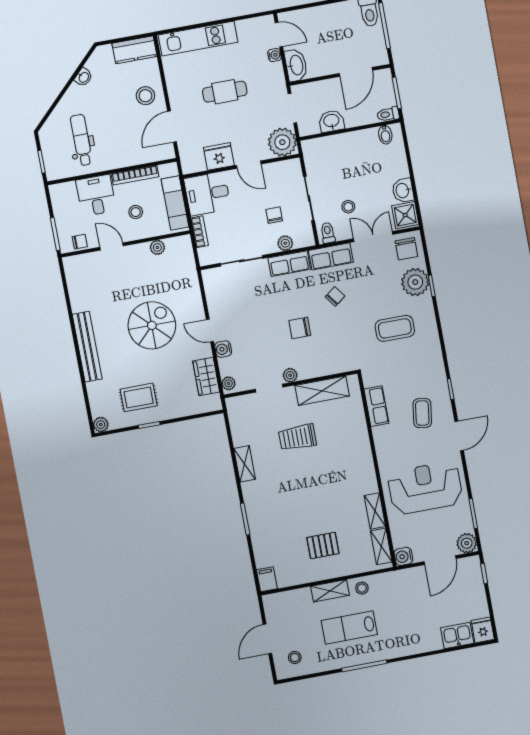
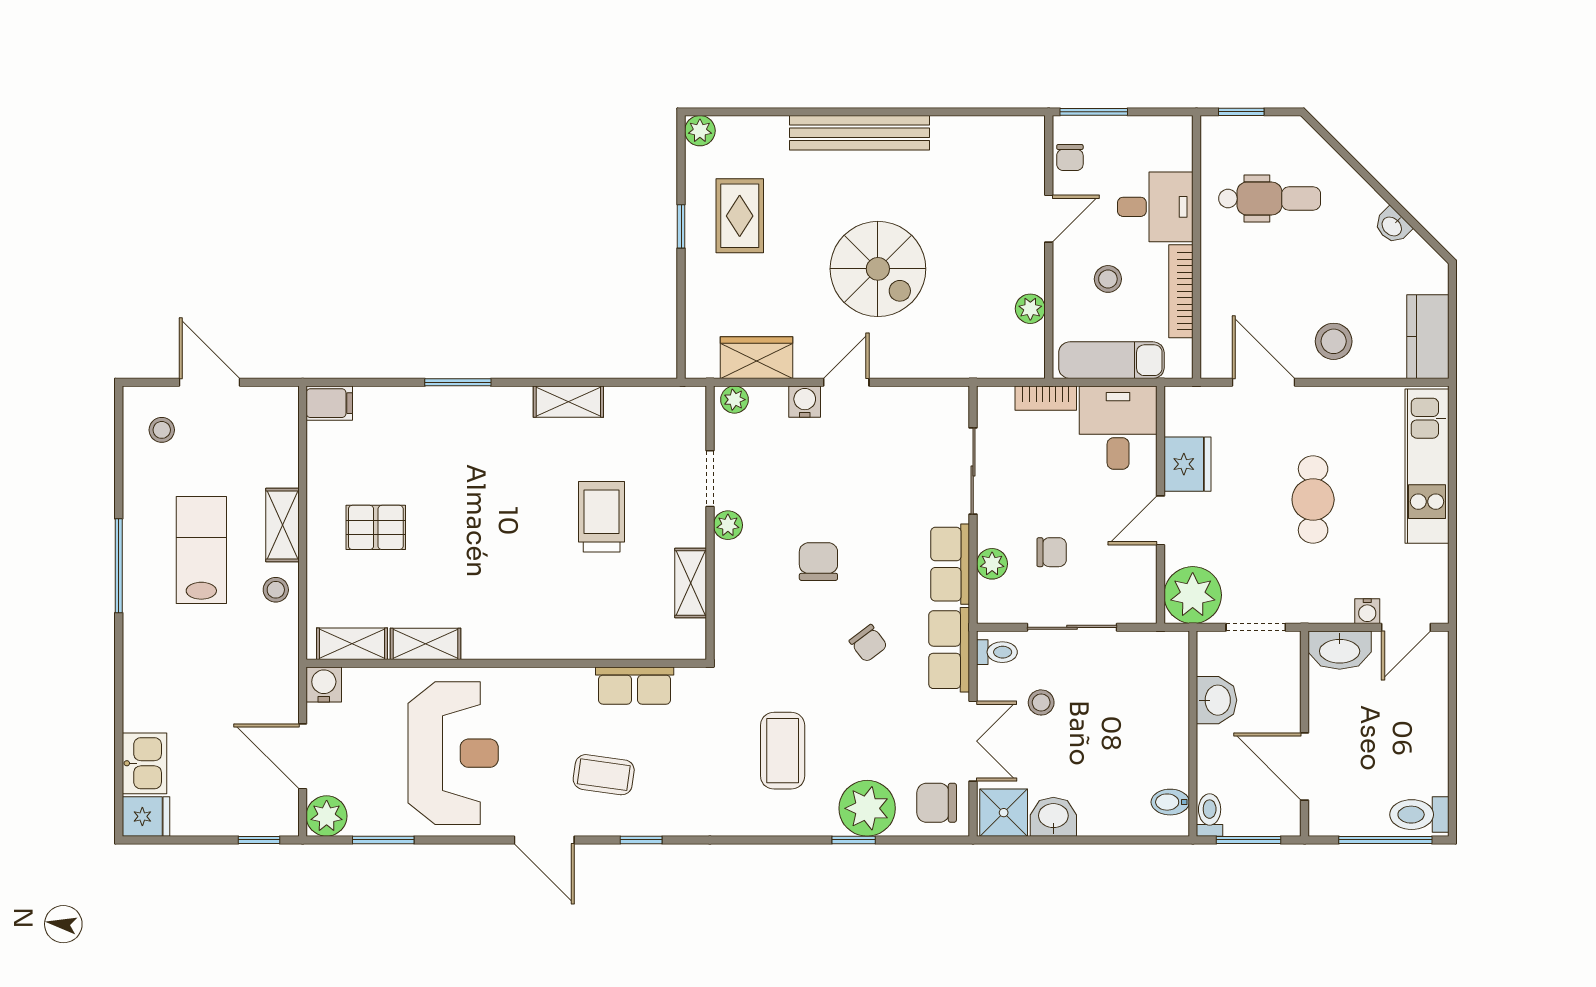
shelving: (322, 391) -> (691, 583), width x0.67, depth x0.75
pallet: (323, 546) -> (376, 527), turned 90

